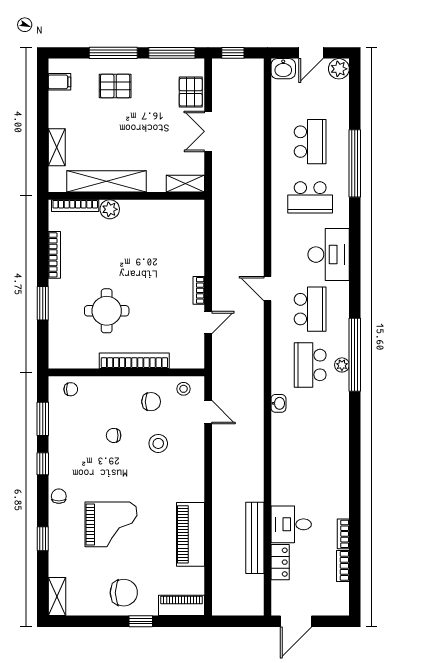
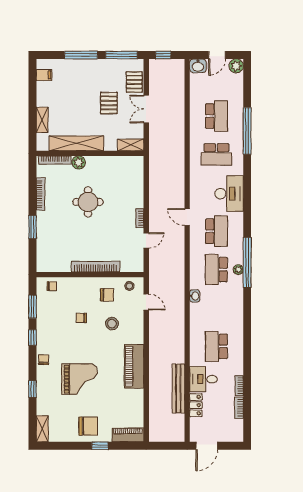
pallet: (115, 86) -> (109, 103), moved, turned 90
round table: (107, 311) -> (88, 202), moved
school desk: (310, 477) -> (216, 346), added
piano: (190, 534) -> (134, 366), moved

